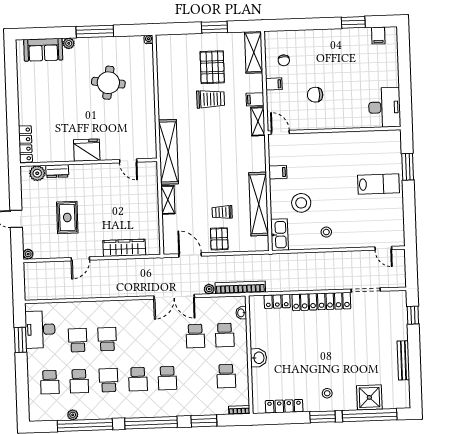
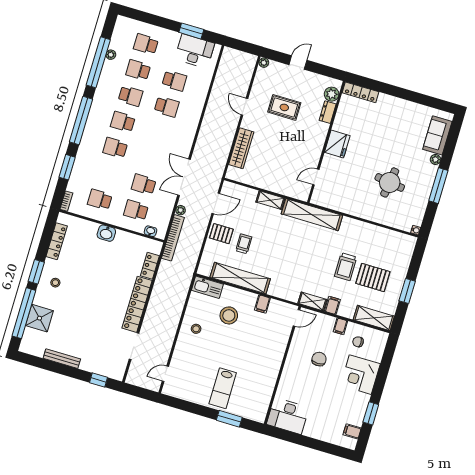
corner desk: (317, 47) -> (360, 375), added

